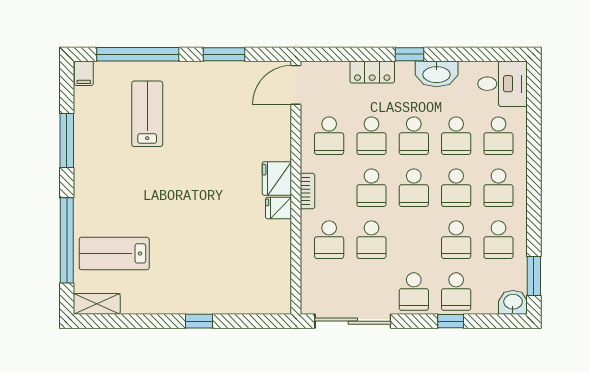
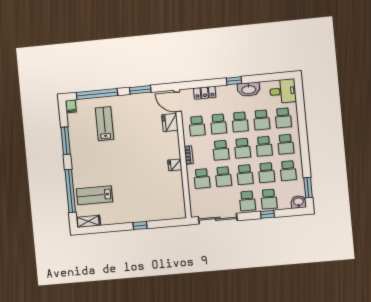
locker: (372, 72) -> (205, 93), moved
door: (296, 85) -> (178, 102), hinge flipped
fridge: (277, 178) -> (170, 122), moved
school desk: (414, 240) -> (245, 175), added

